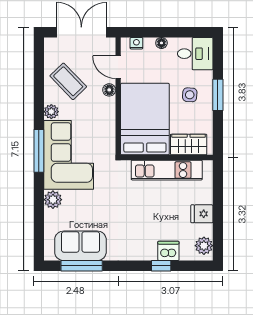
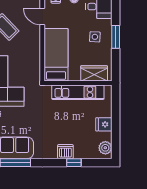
floor lamp: (109, 90) -> (36, 33), removed
bed: (145, 119) -> (56, 55), width x0.67
dishwasher: (168, 251) -> (65, 152), moved

